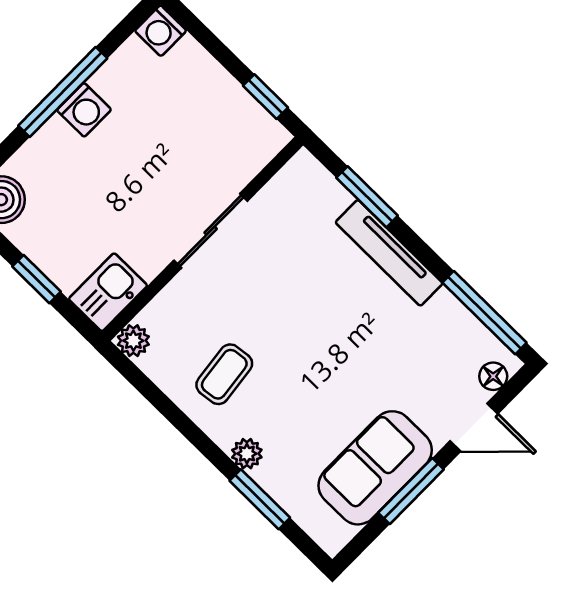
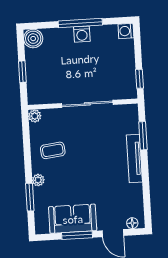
sliding door: (211, 231) -> (87, 104), width x1.37
kitchen sink: (108, 292) -> (40, 95), removed
window: (485, 313) -> (147, 202), removed

